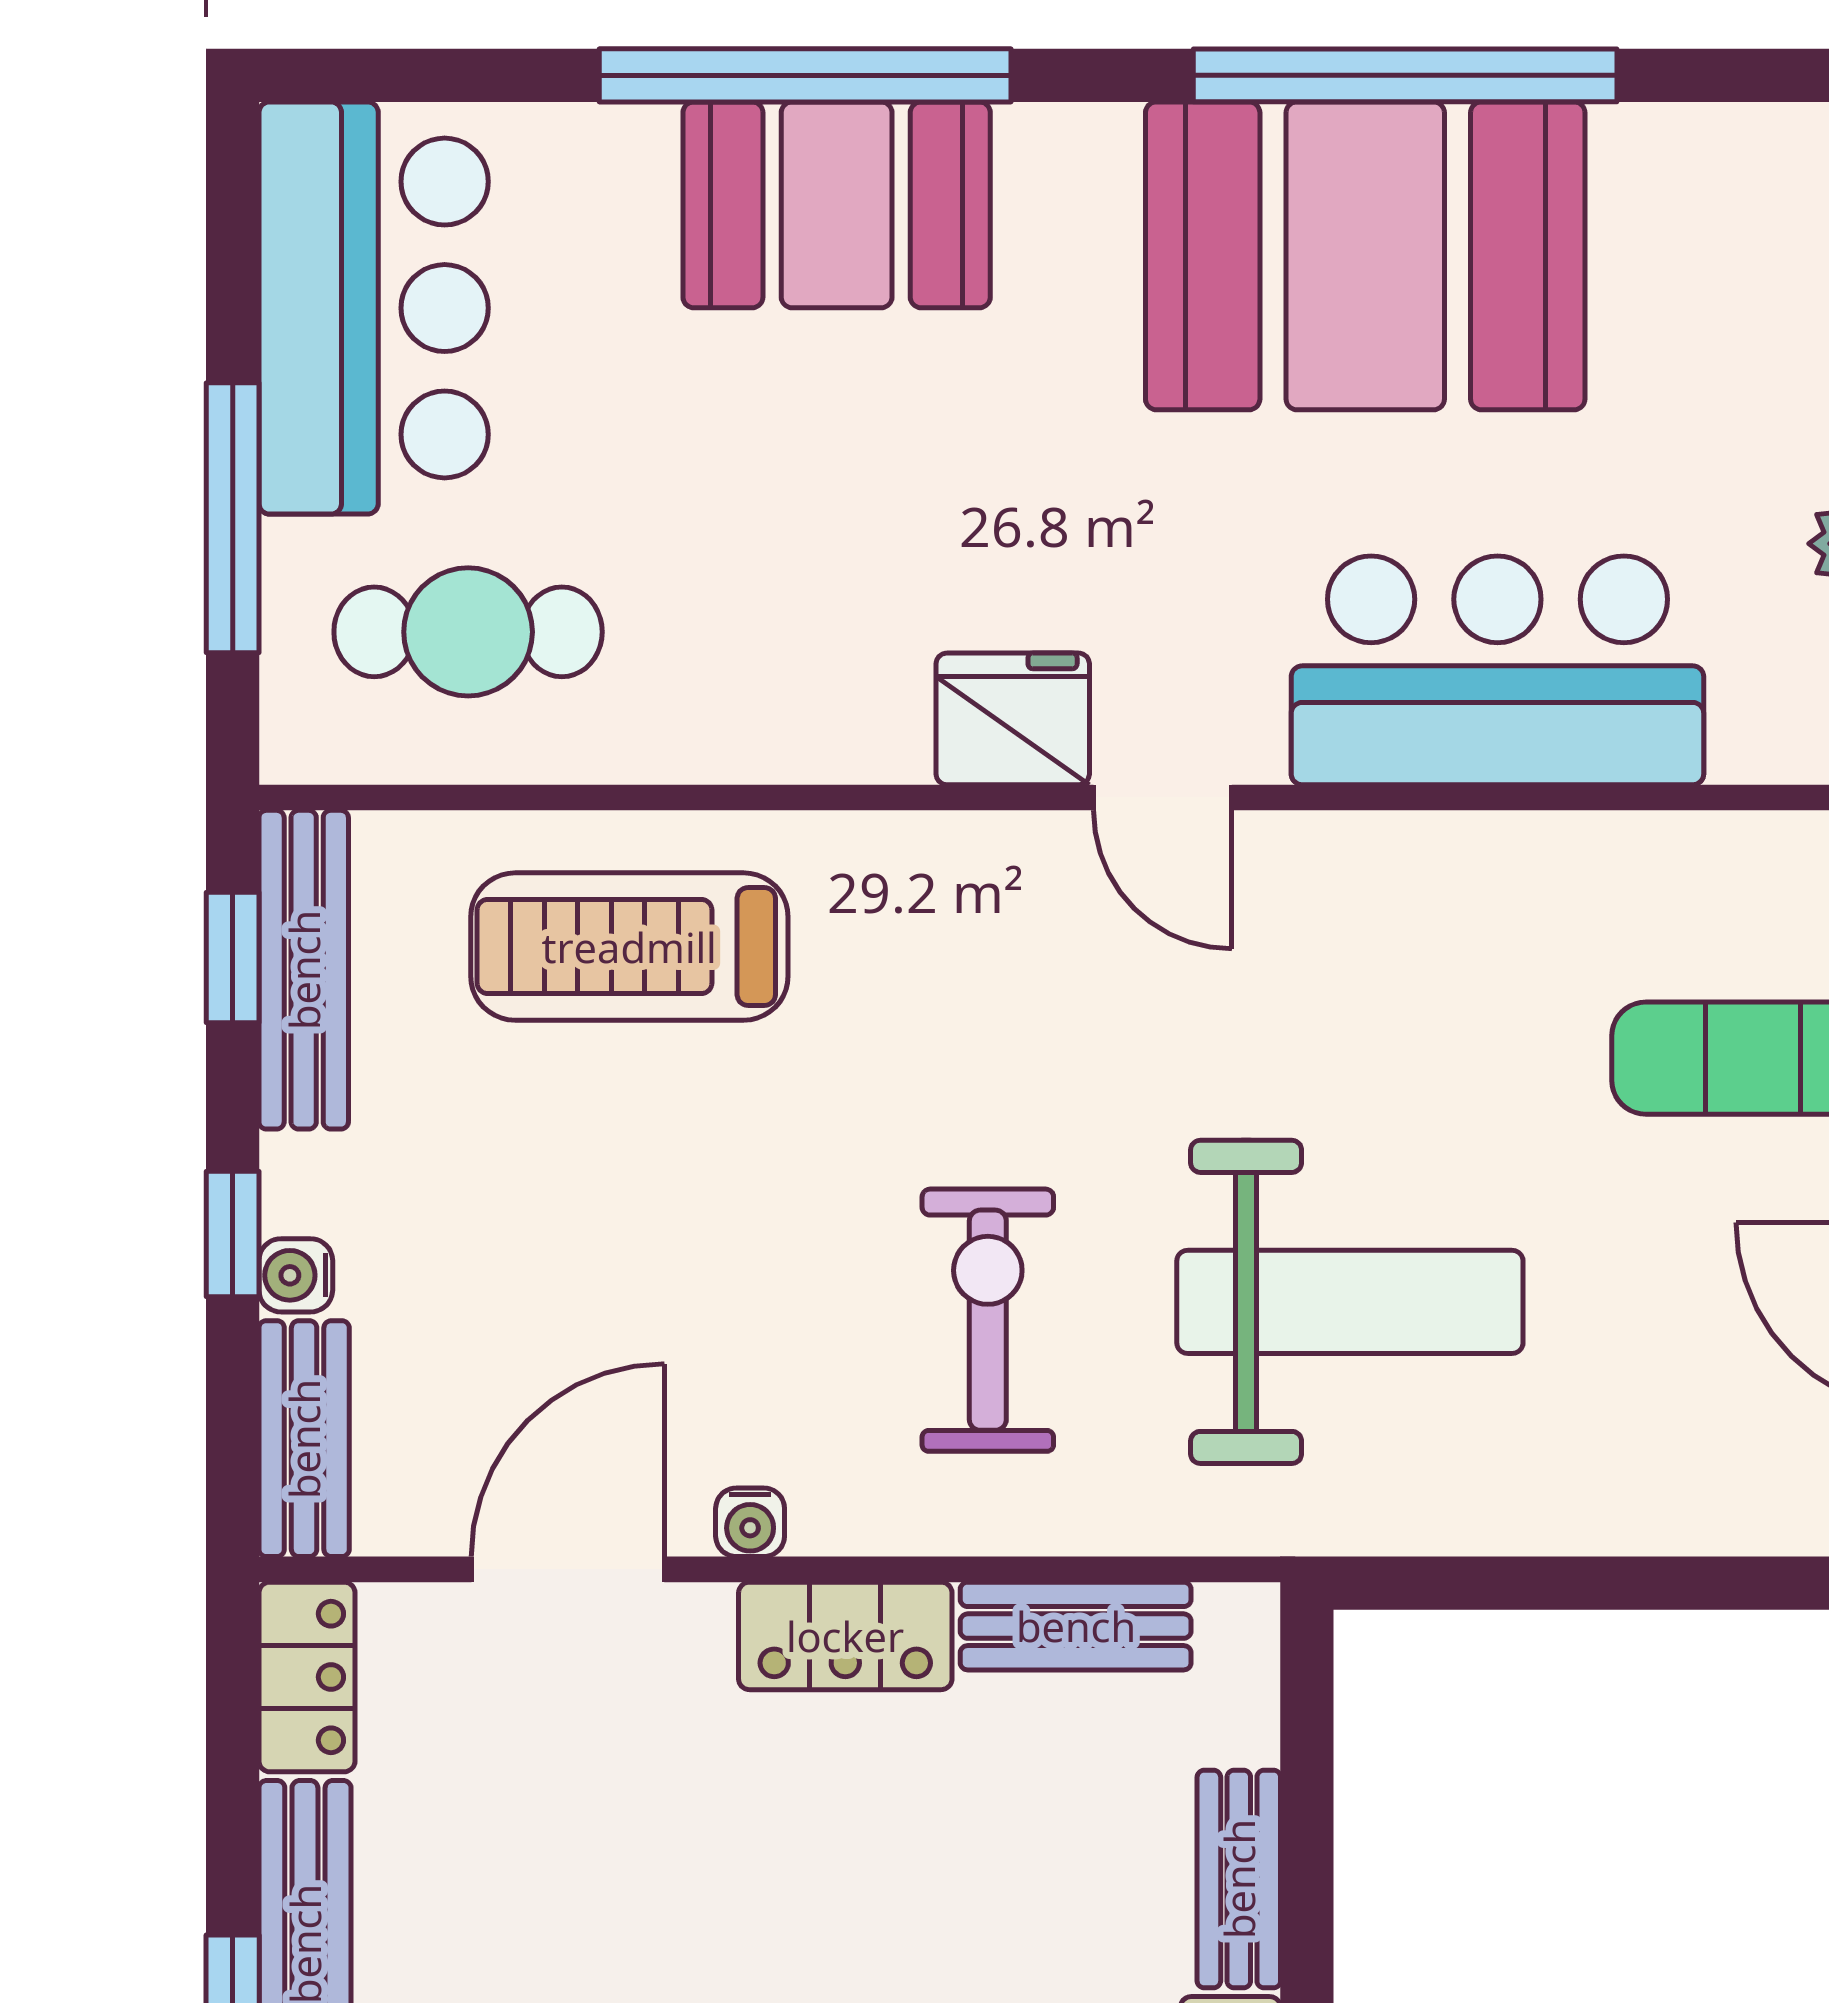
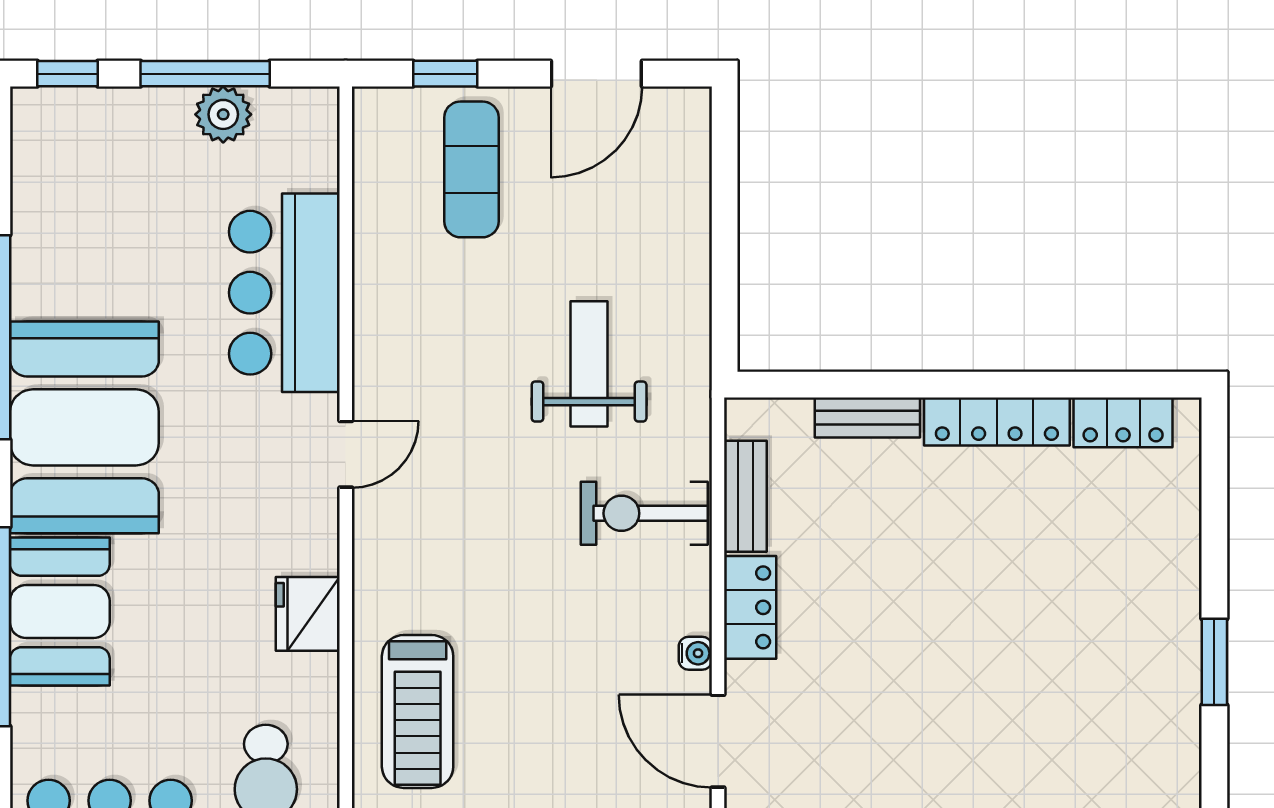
booth: (1365, 256) -> (84, 427), moved
fridge: (1013, 719) -> (308, 614), moved
weight bench: (1350, 1302) -> (589, 364), width x0.73, depth x0.75
exercise bike: (988, 1320) -> (644, 513), moved

